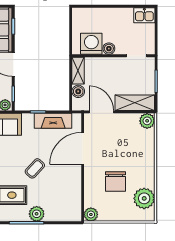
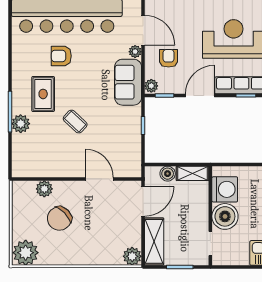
boiler: (109, 49) -> (225, 216), width x1.86, depth x1.86
fireplace: (53, 121) -> (132, 143), removed
door: (83, 148) -> (99, 179), width x0.73
chair: (116, 182) -> (59, 218), turned -44
plant: (144, 198) -> (26, 253), moved
plant: (91, 214) -> (44, 189), moved

